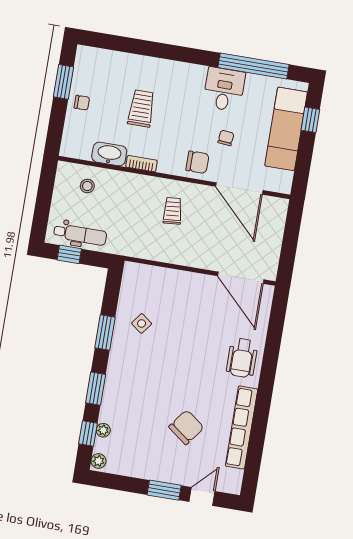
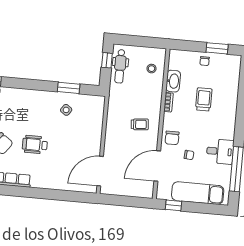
trolley: (141, 108) -> (204, 99), turned -90
window: (310, 120) -> (174, 205), moved
window: (105, 333) -> (69, 88), moved
wheelchair: (242, 358) -> (35, 145), moved
window: (96, 389) -> (22, 84), removed

